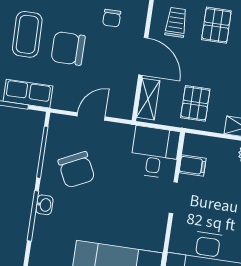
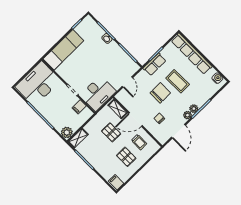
pallet: (195, 103) -> (111, 132), moved
desk: (155, 152) -> (98, 93), width x1.37
chair: (76, 170) -> (111, 61), removed

